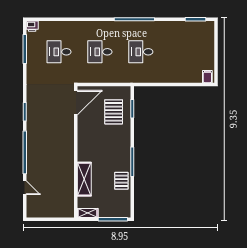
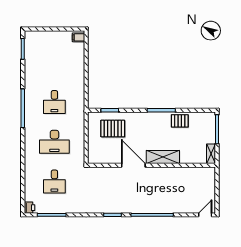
desk: (100, 52) -> (54, 142), width x1.37
door: (76, 103) -> (133, 165), moved
shelving: (84, 179) -> (163, 157), moved
door: (25, 188) -> (205, 215), moved

